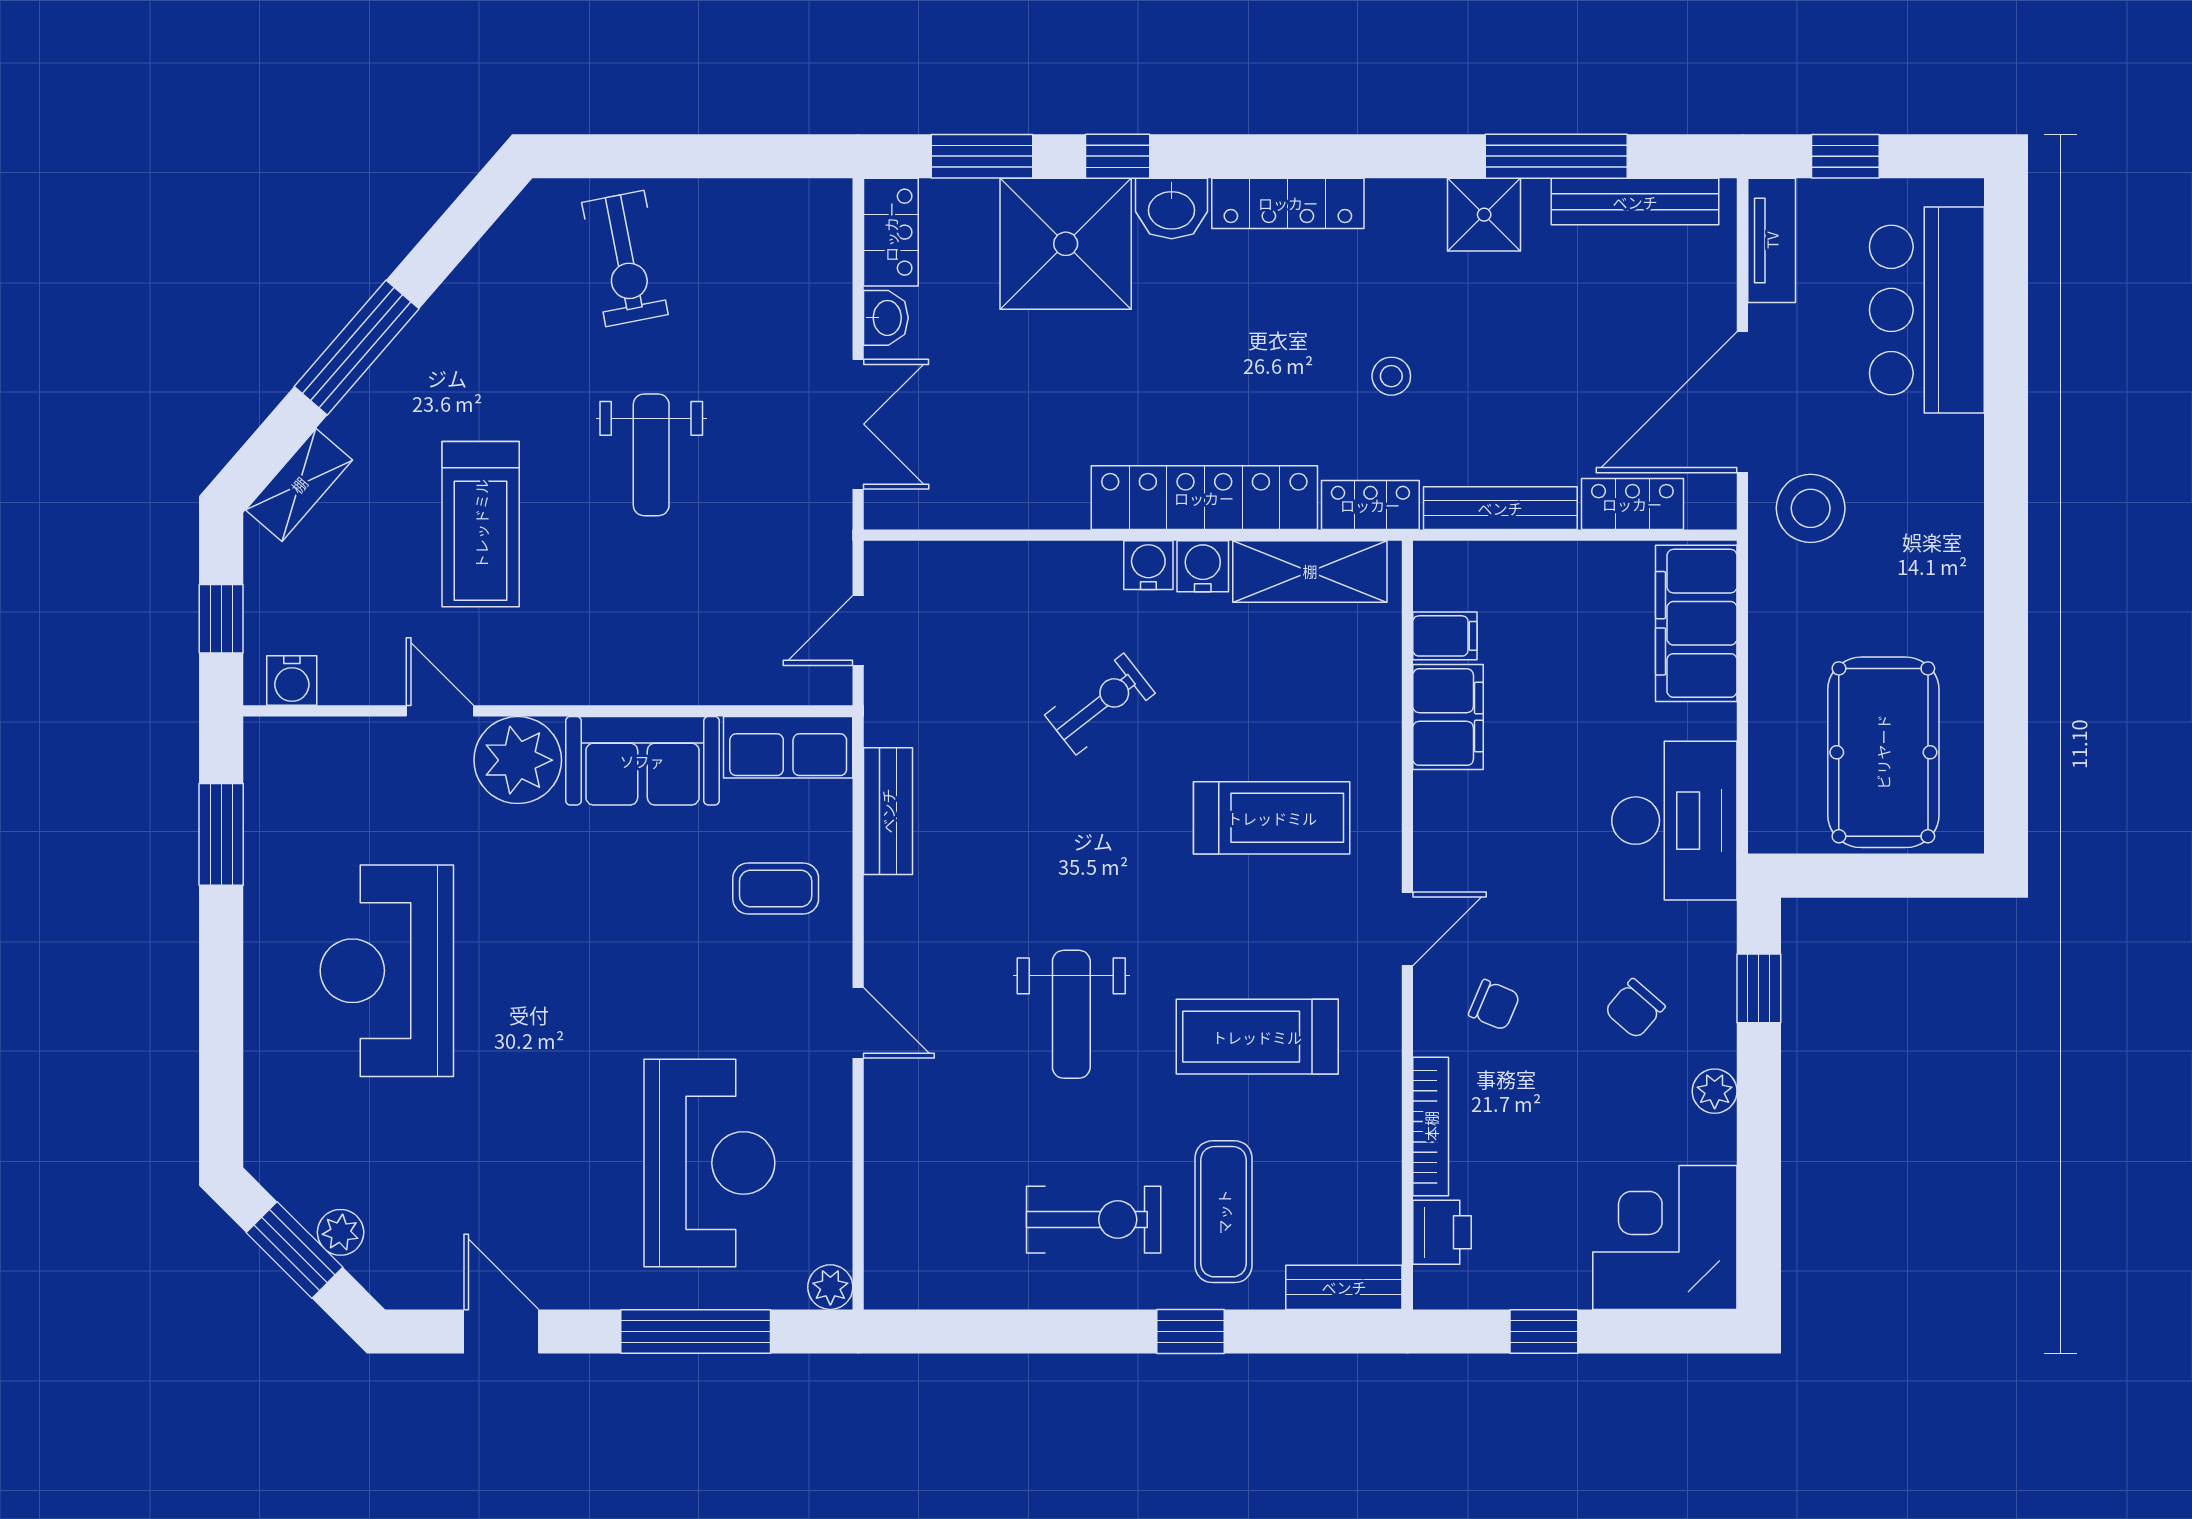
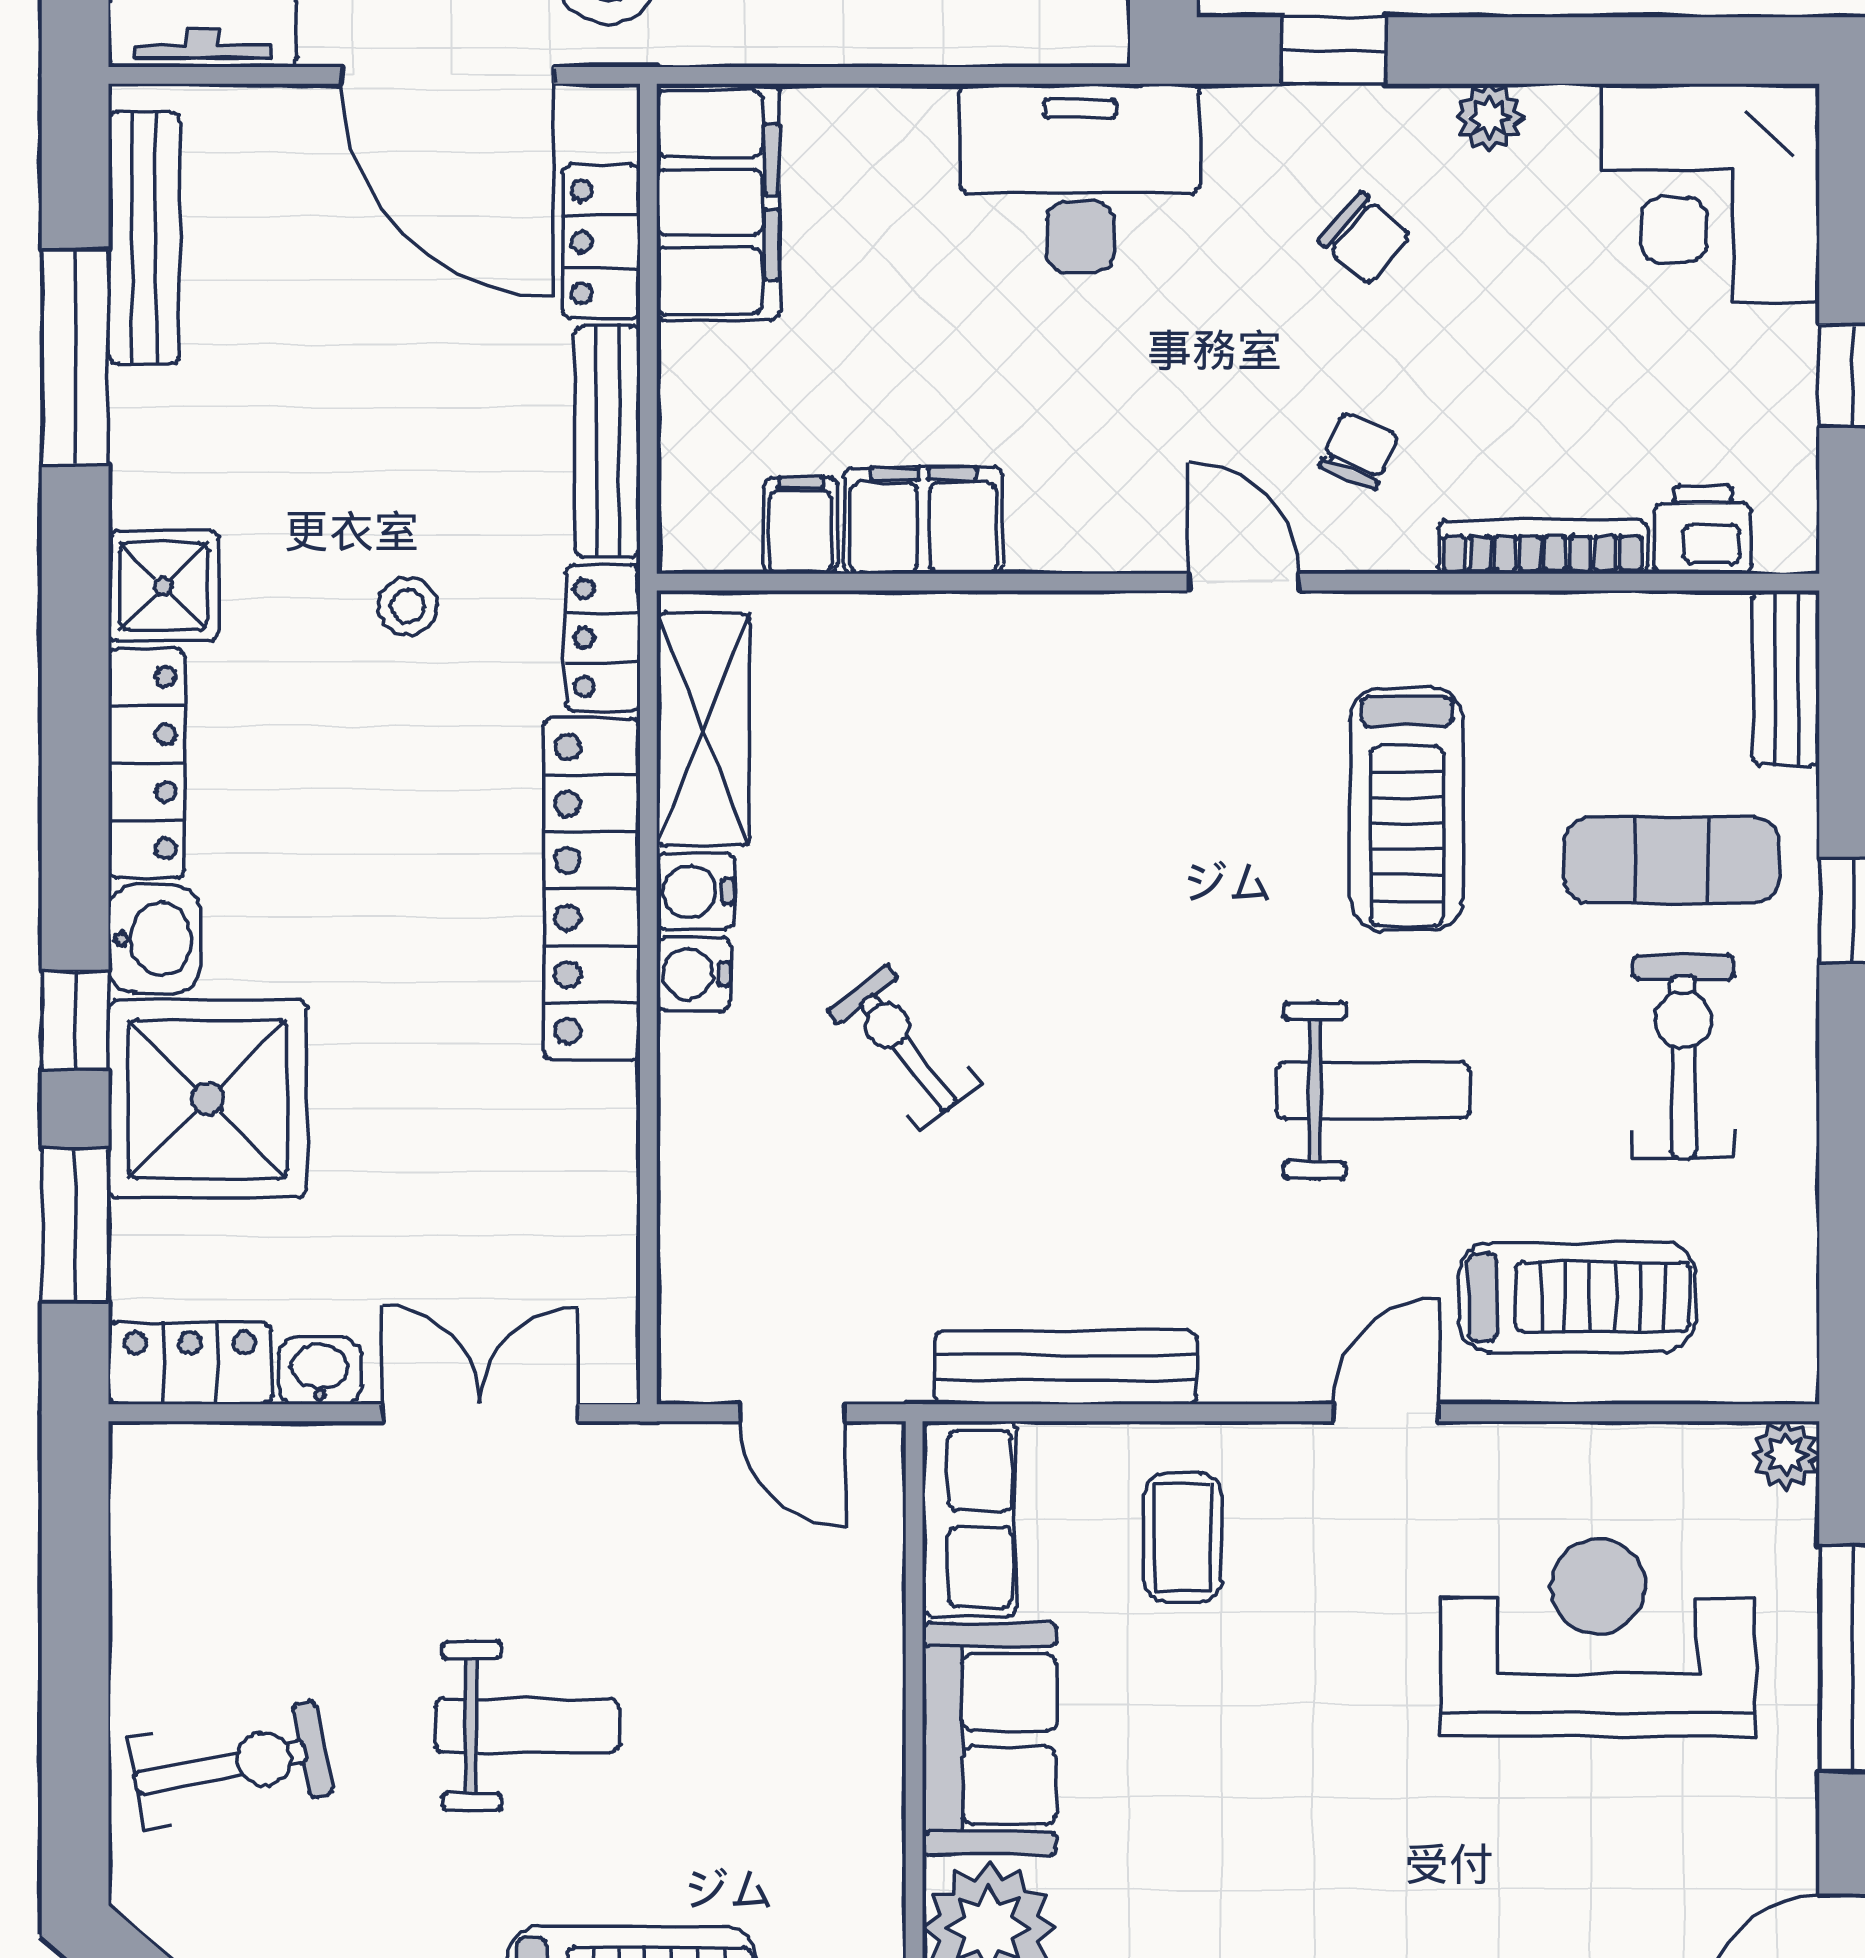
shower: (1484, 215) -> (163, 586), moved
filing cabinet: (1696, 623) -> (718, 202), moved, turned -90
bench: (888, 811) -> (1066, 1368), width x1.36
treadmill: (1272, 818) -> (1577, 1297), moved, turned 90

